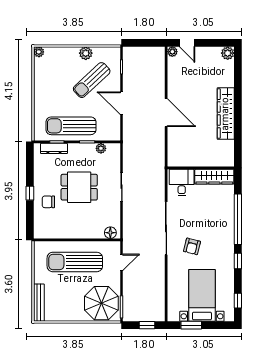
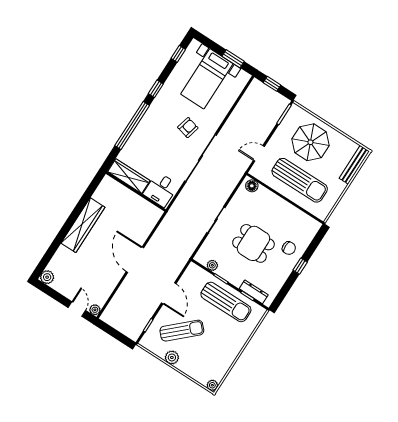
parasol: (101, 303) -> (310, 142), moved

